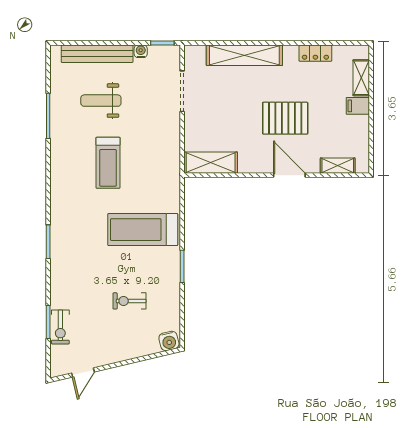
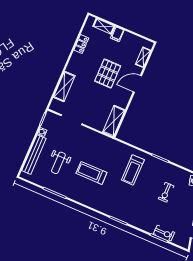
shelving: (244, 55) -> (64, 86), width x0.68
treadmill: (108, 163) -> (91, 173), turned 180
treadmill: (143, 230) -> (133, 170), width x0.73, depth x0.73

